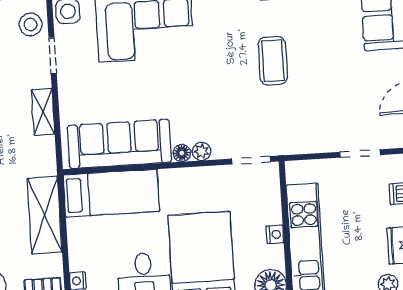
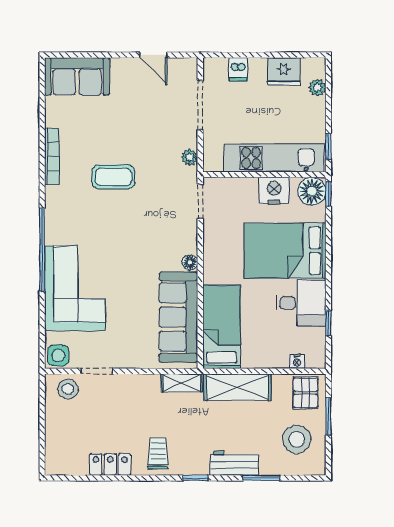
shelving: (43, 112) -> (182, 383), moved
plant: (202, 151) -> (190, 157), moved
doorway: (360, 153) -> (200, 105), width x1.38
nightstand: (275, 234) -> (274, 190), width x1.89, depth x1.79

